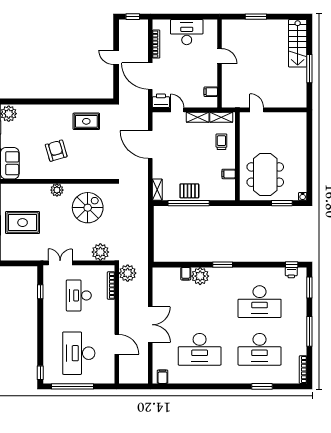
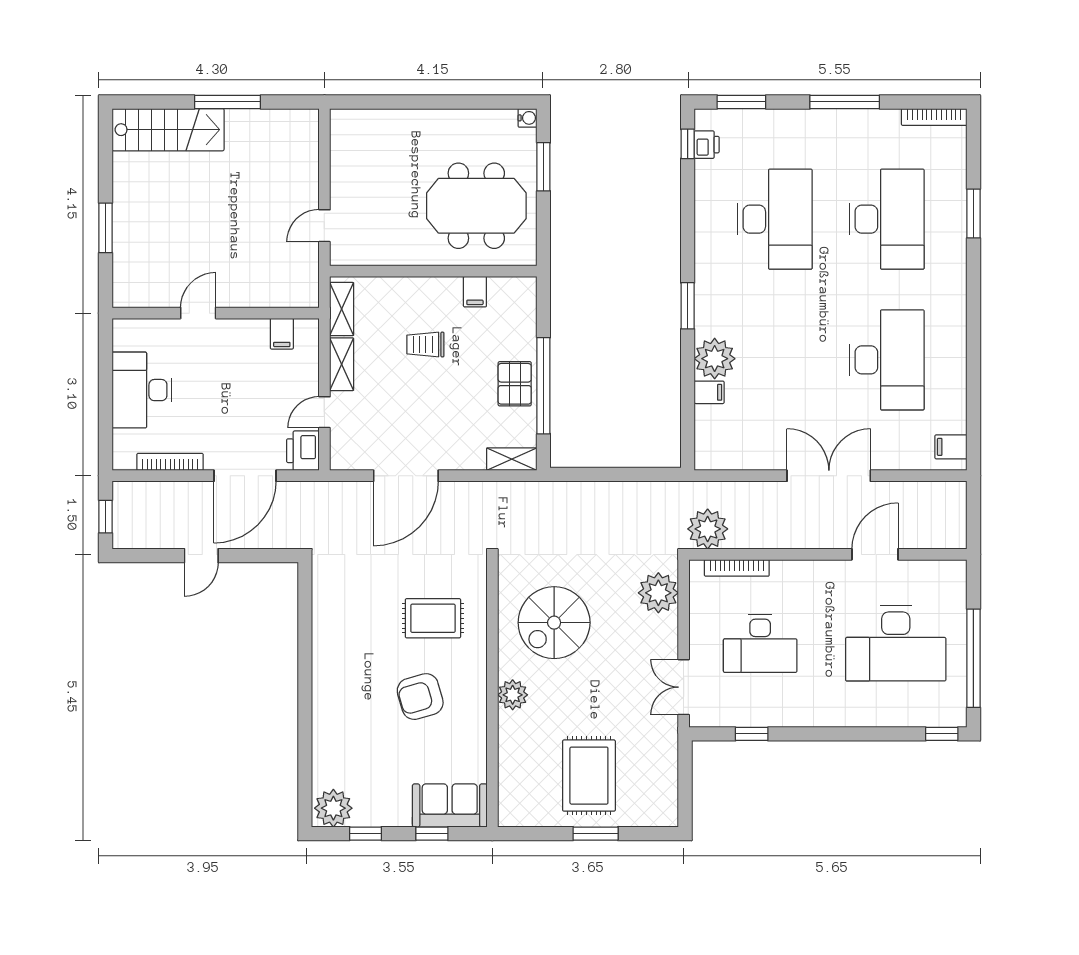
rug: (86, 121) -> (433, 618), moved, turned 90
trolley: (221, 142) -> (425, 345), moved
spiral stairs: (88, 208) -> (554, 623), turned -90

